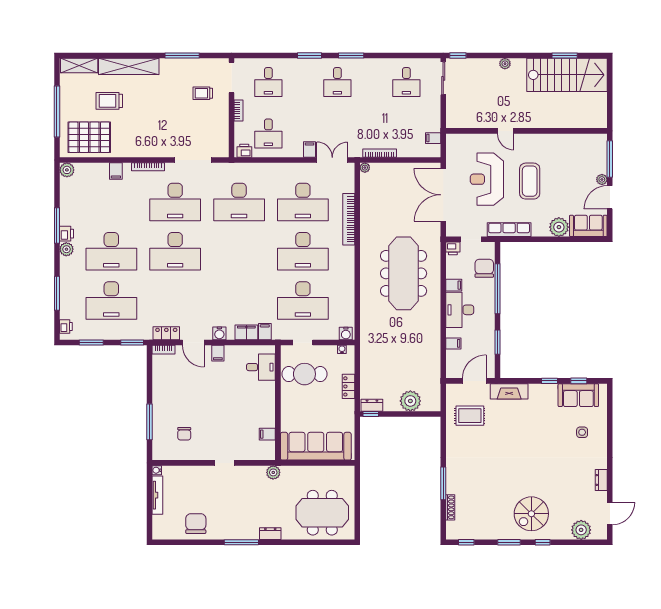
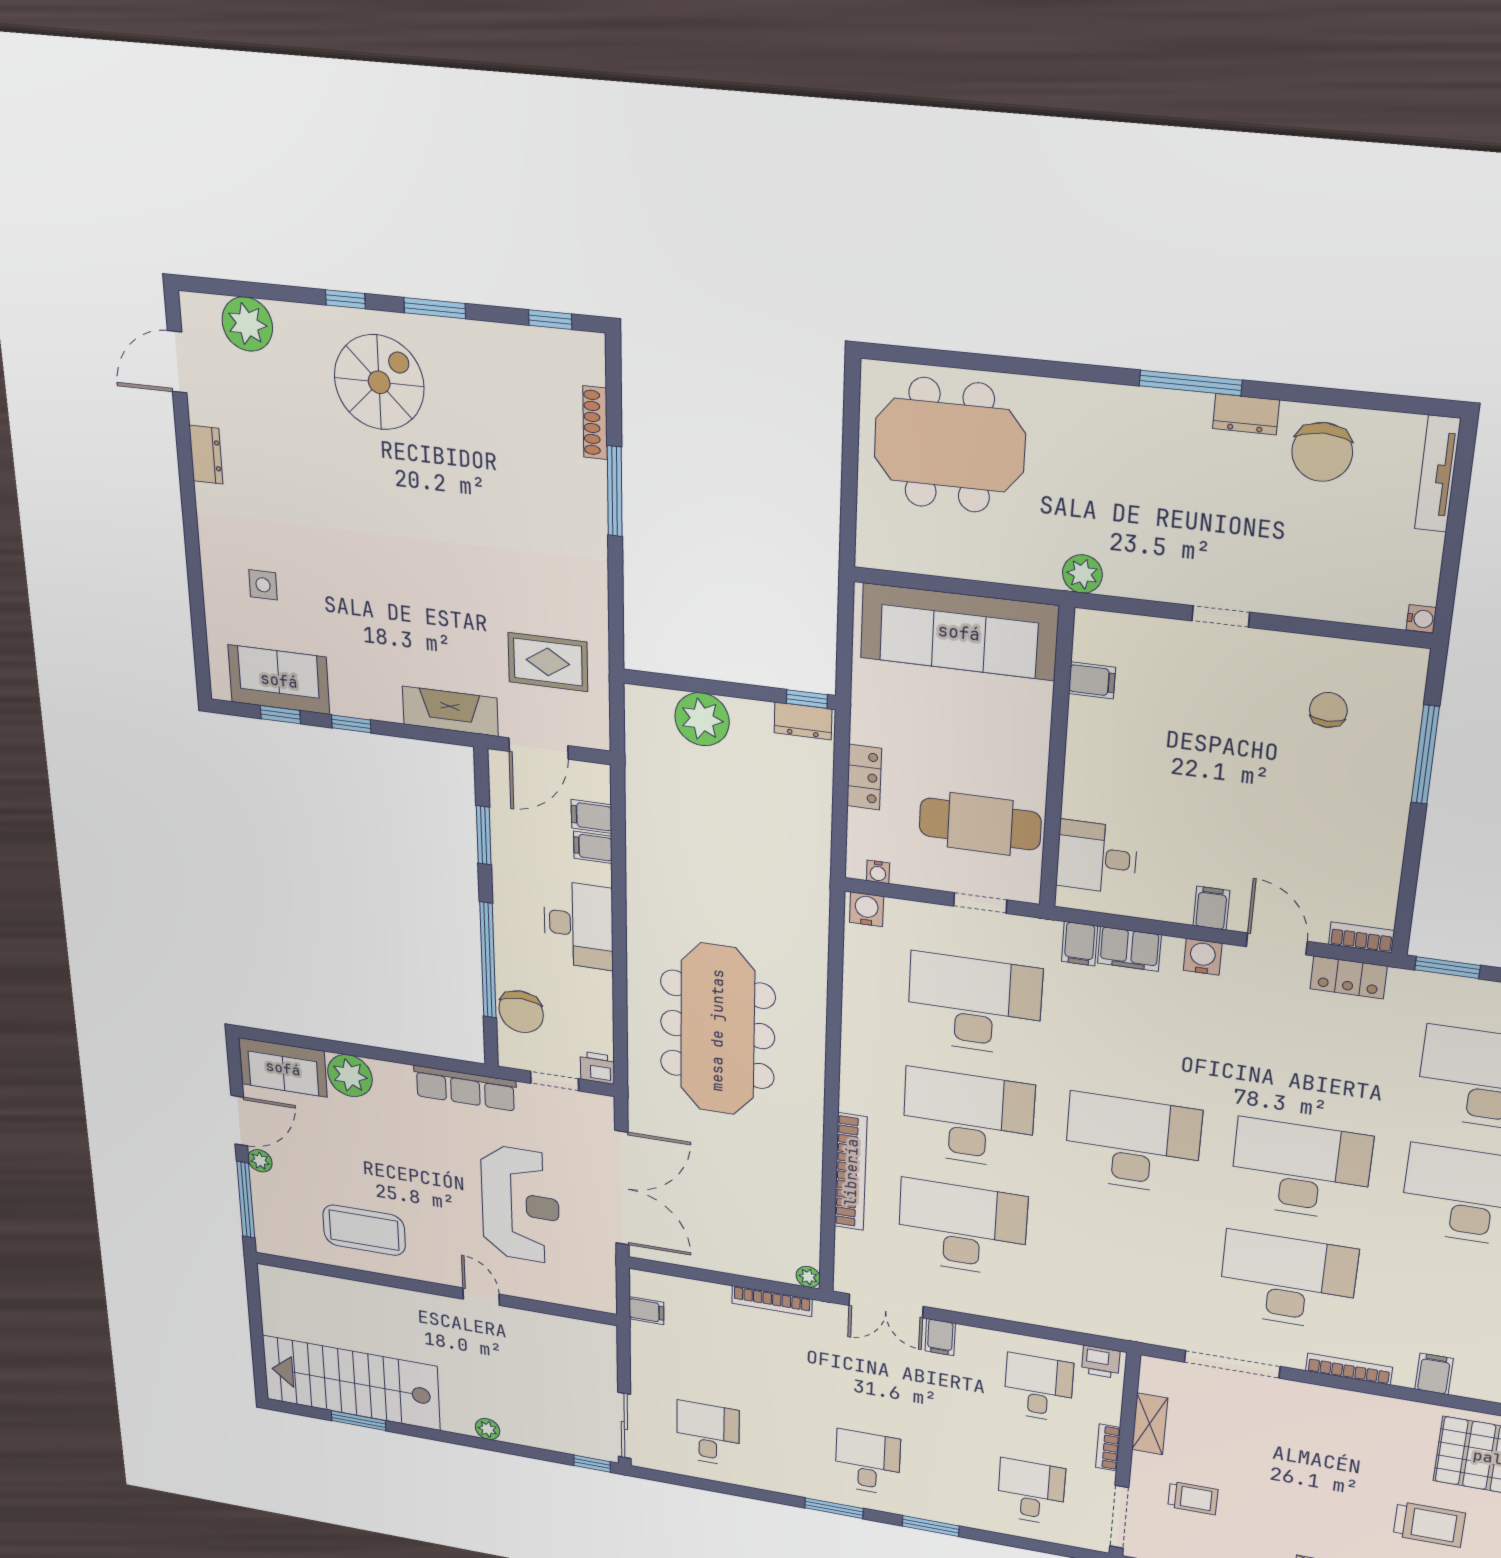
shelving: (223, 125) -> (1150, 1424), added
coffee table: (530, 181) -> (364, 1230), moved, turned 90
desk: (239, 202) -> (1133, 1144), moved
filing cabinet: (454, 285) -> (591, 816), moved
tv unit: (157, 495) -> (1438, 474), moved
dresser: (270, 534) -> (1246, 414), moved

